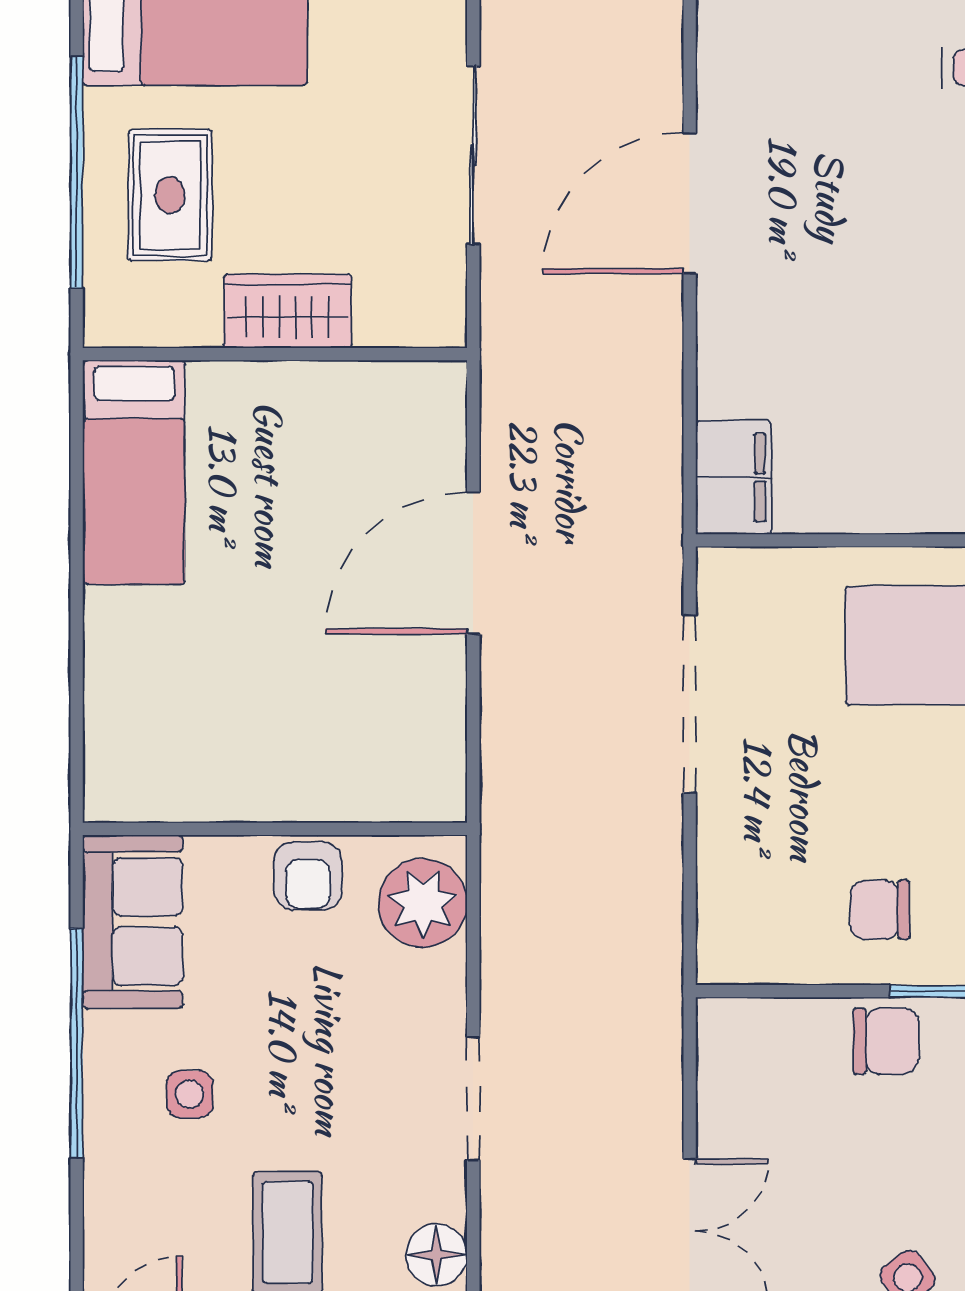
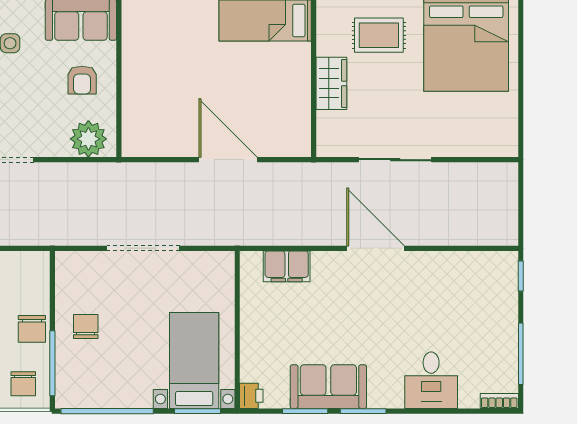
filing cabinet: (734, 478) -> (287, 266), moved
doorway: (690, 704) -> (143, 248), moved
armchair: (308, 876) -> (82, 80), moved, turned -90

